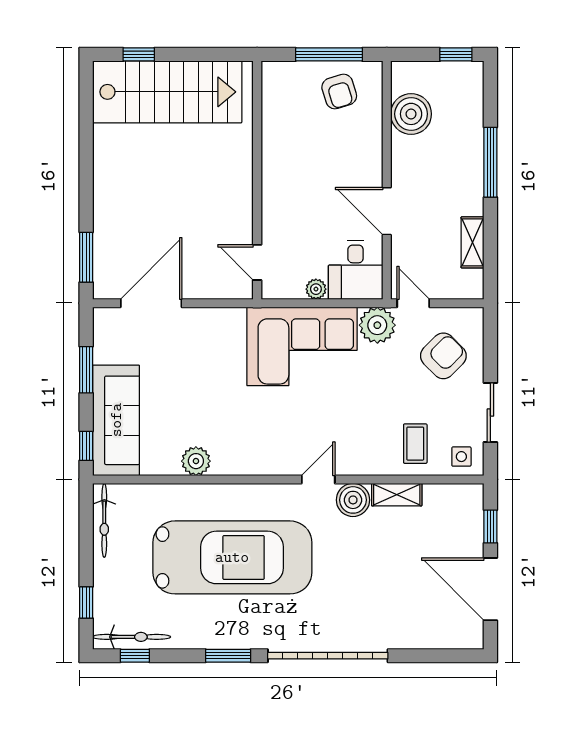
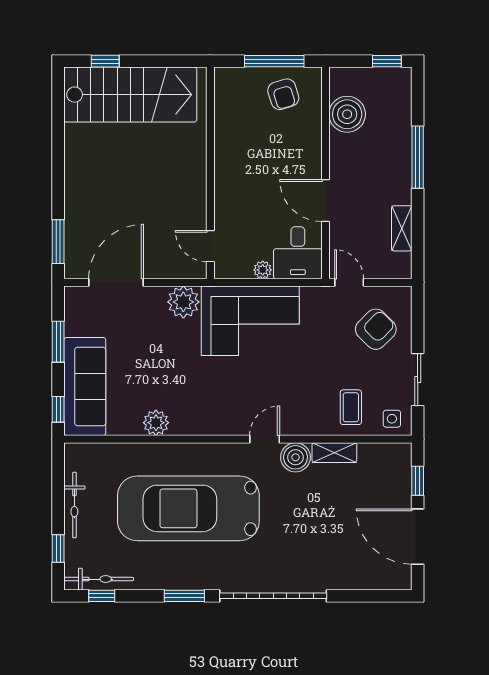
plant: (377, 325) -> (183, 302), moved
bicycle: (104, 520) -> (74, 505), moved
car: (232, 557) -> (188, 508), turned 180

